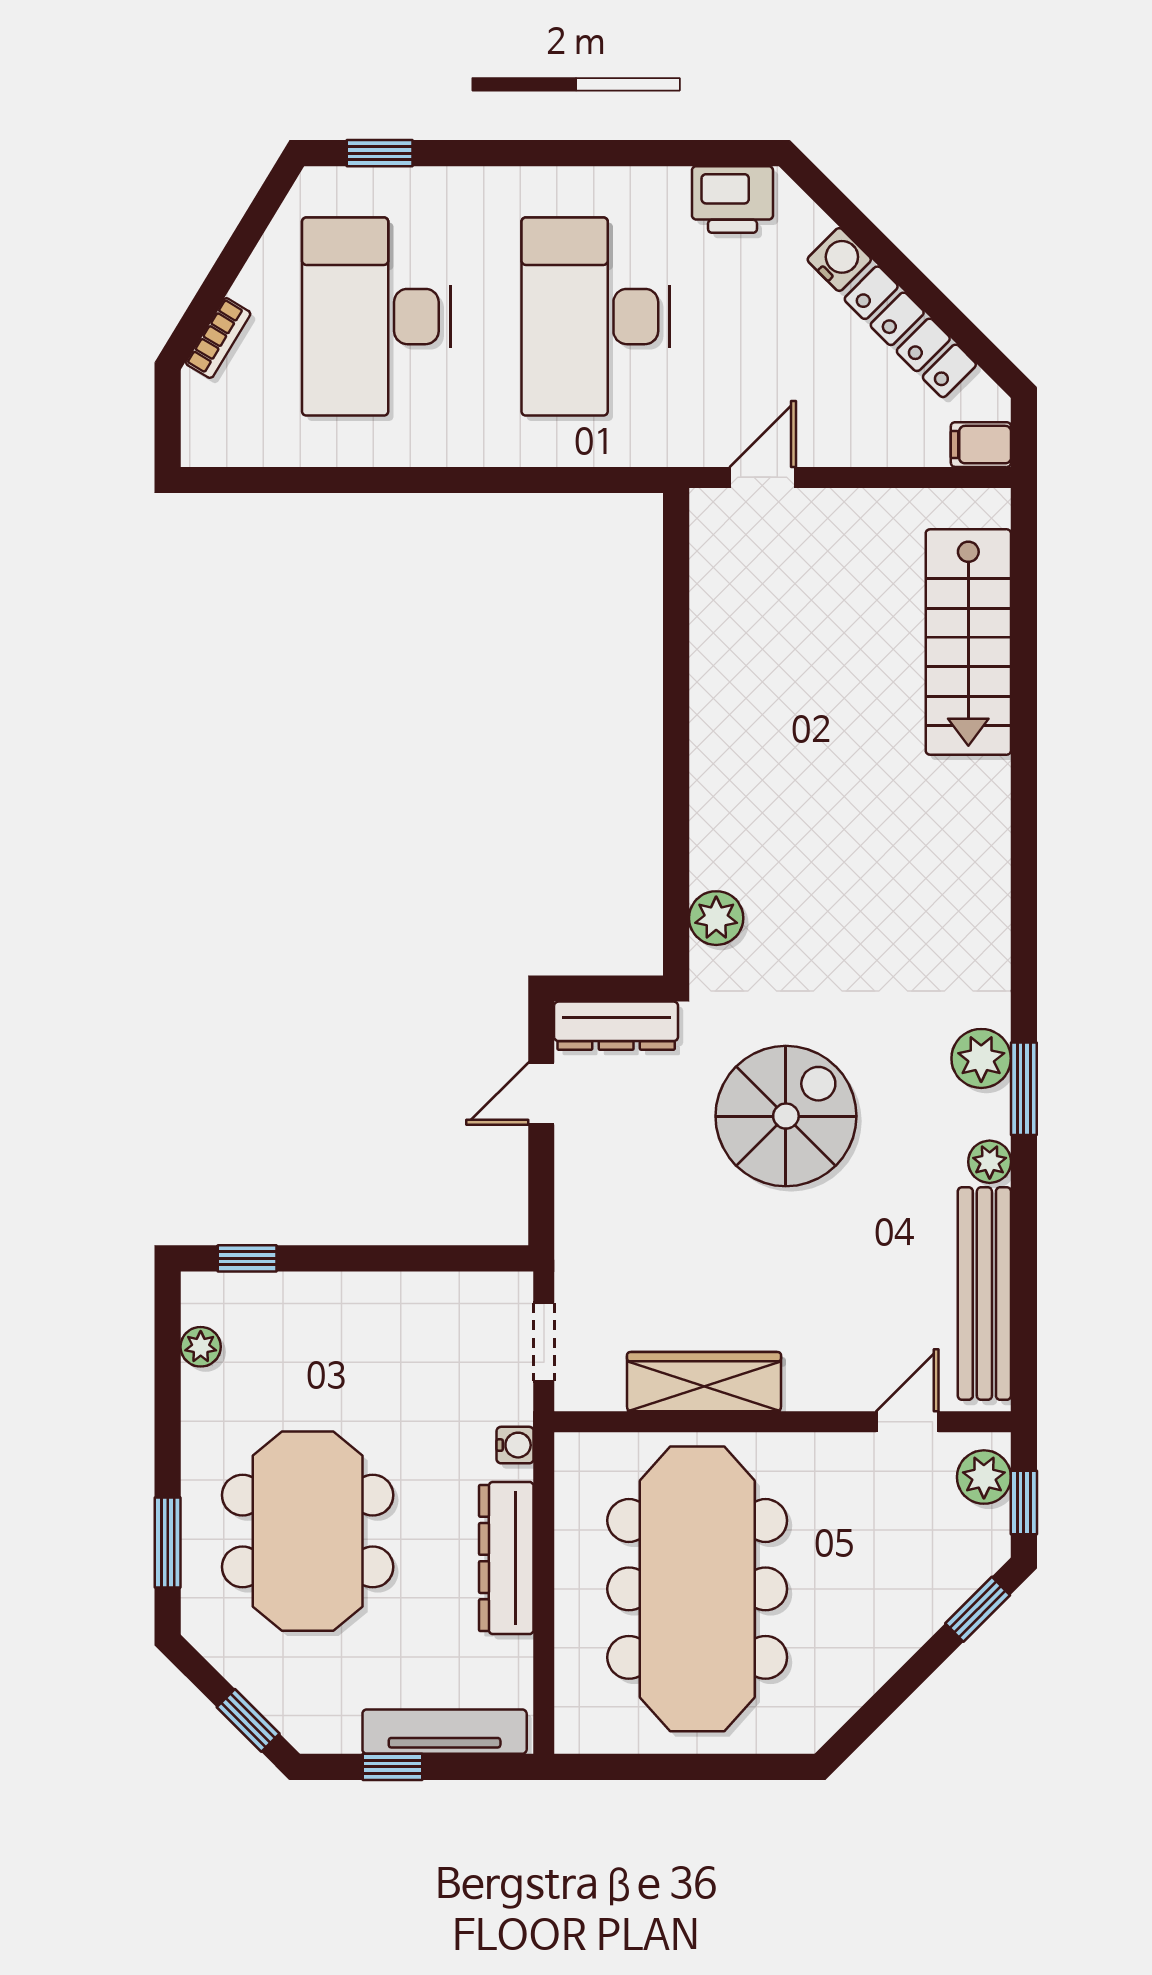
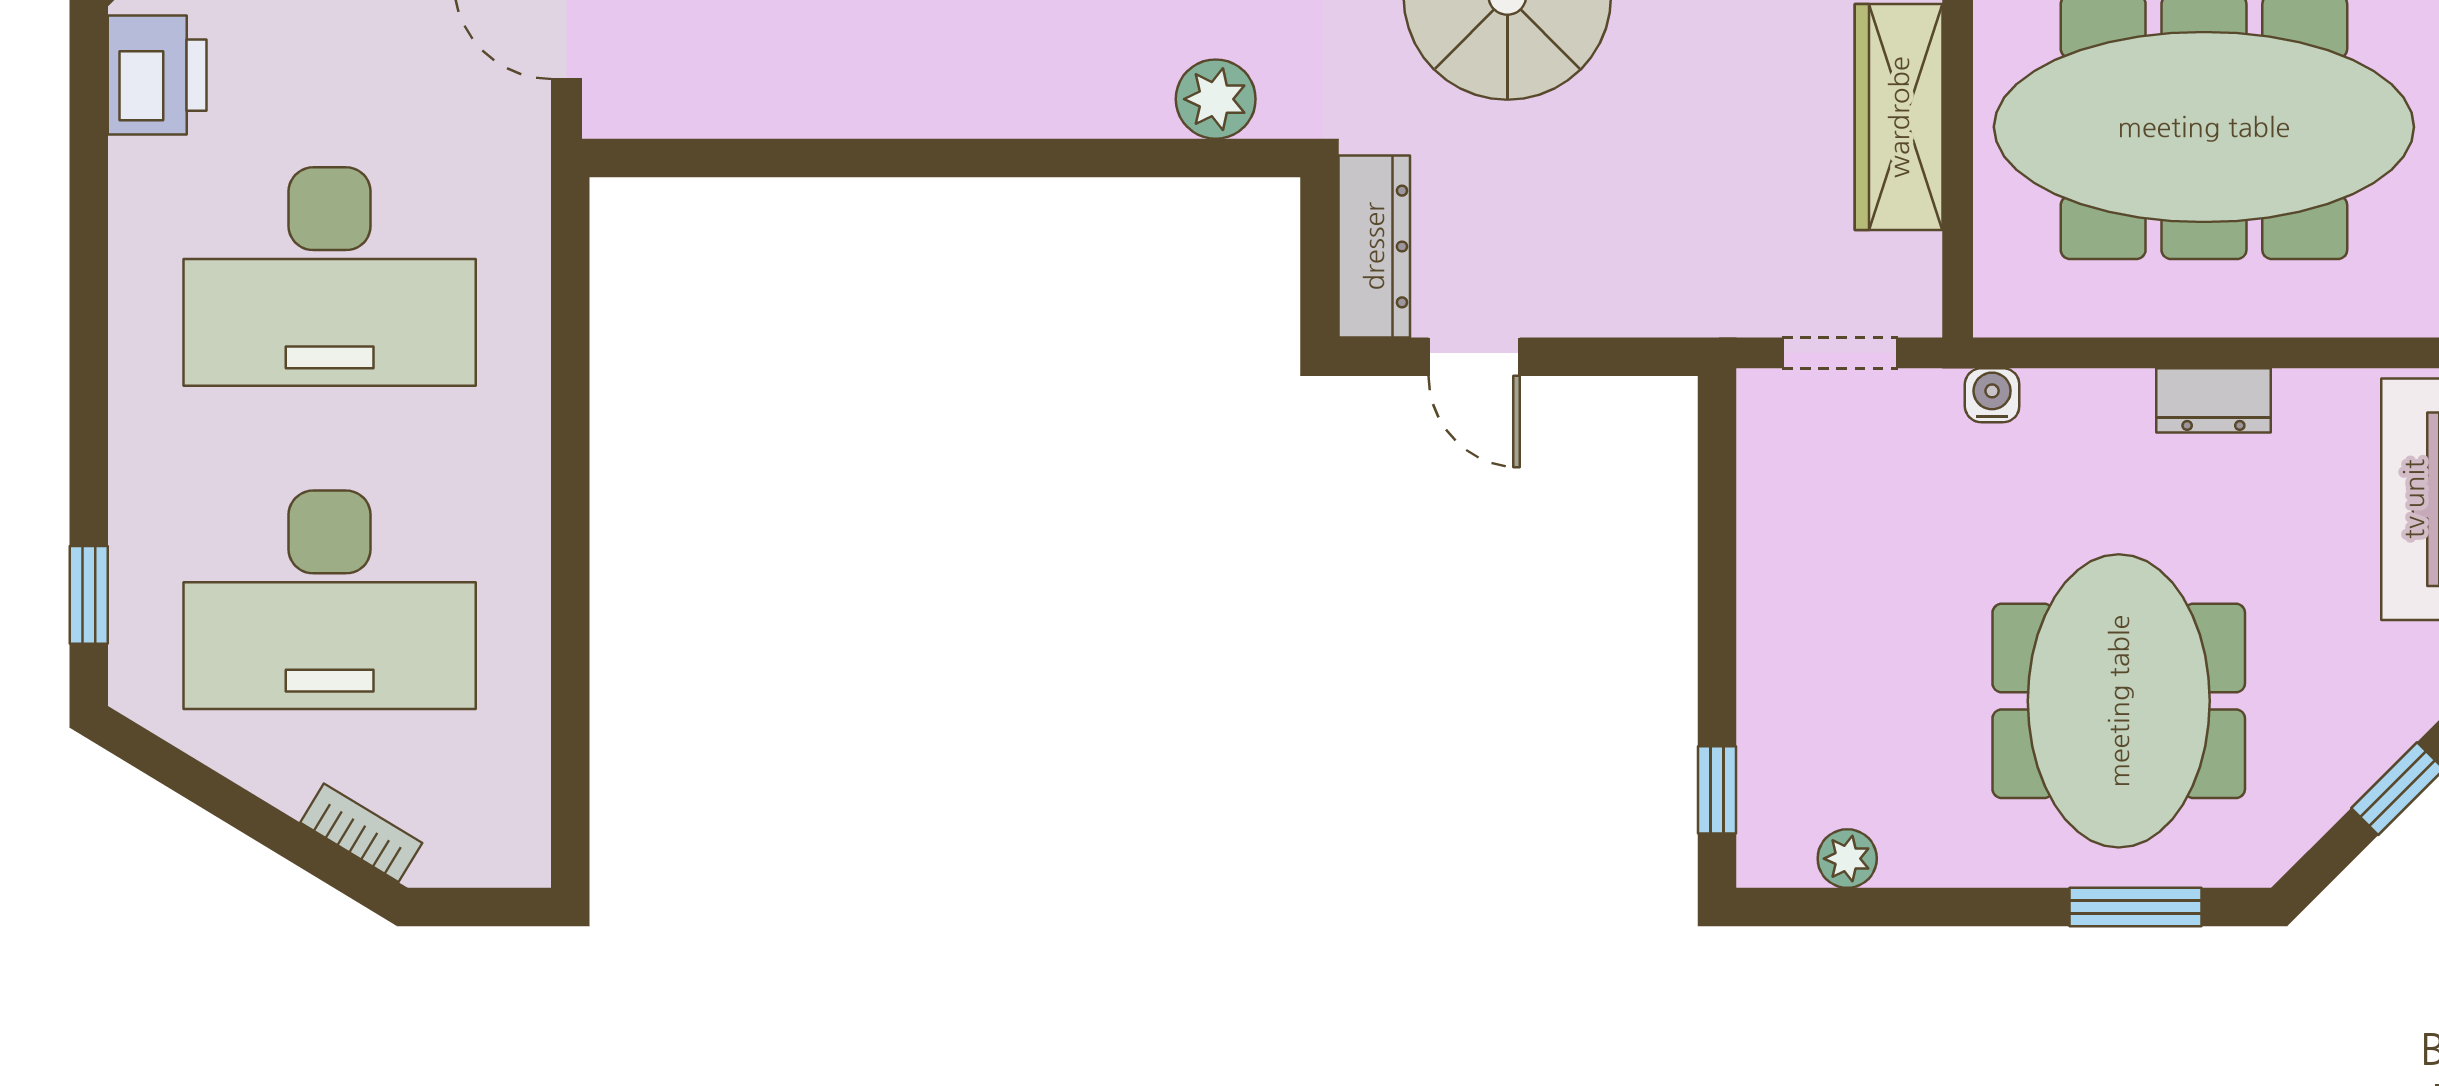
meeting table: (308, 1531) -> (2119, 701), turned 90
dresser: (506, 1558) -> (2213, 400), width x0.51, depth x0.80

